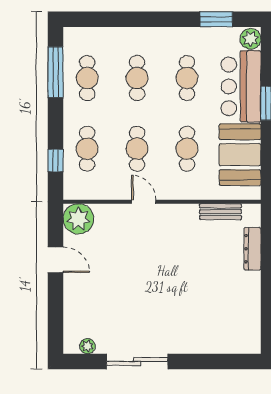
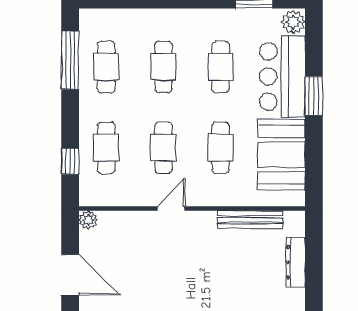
door: (144, 202) -> (171, 208), hinge flipped
bench: (221, 212) -> (250, 220), width x1.36
plant: (78, 219) -> (88, 220), width x0.53, depth x0.53
door: (56, 260) -> (70, 275), width x1.38

